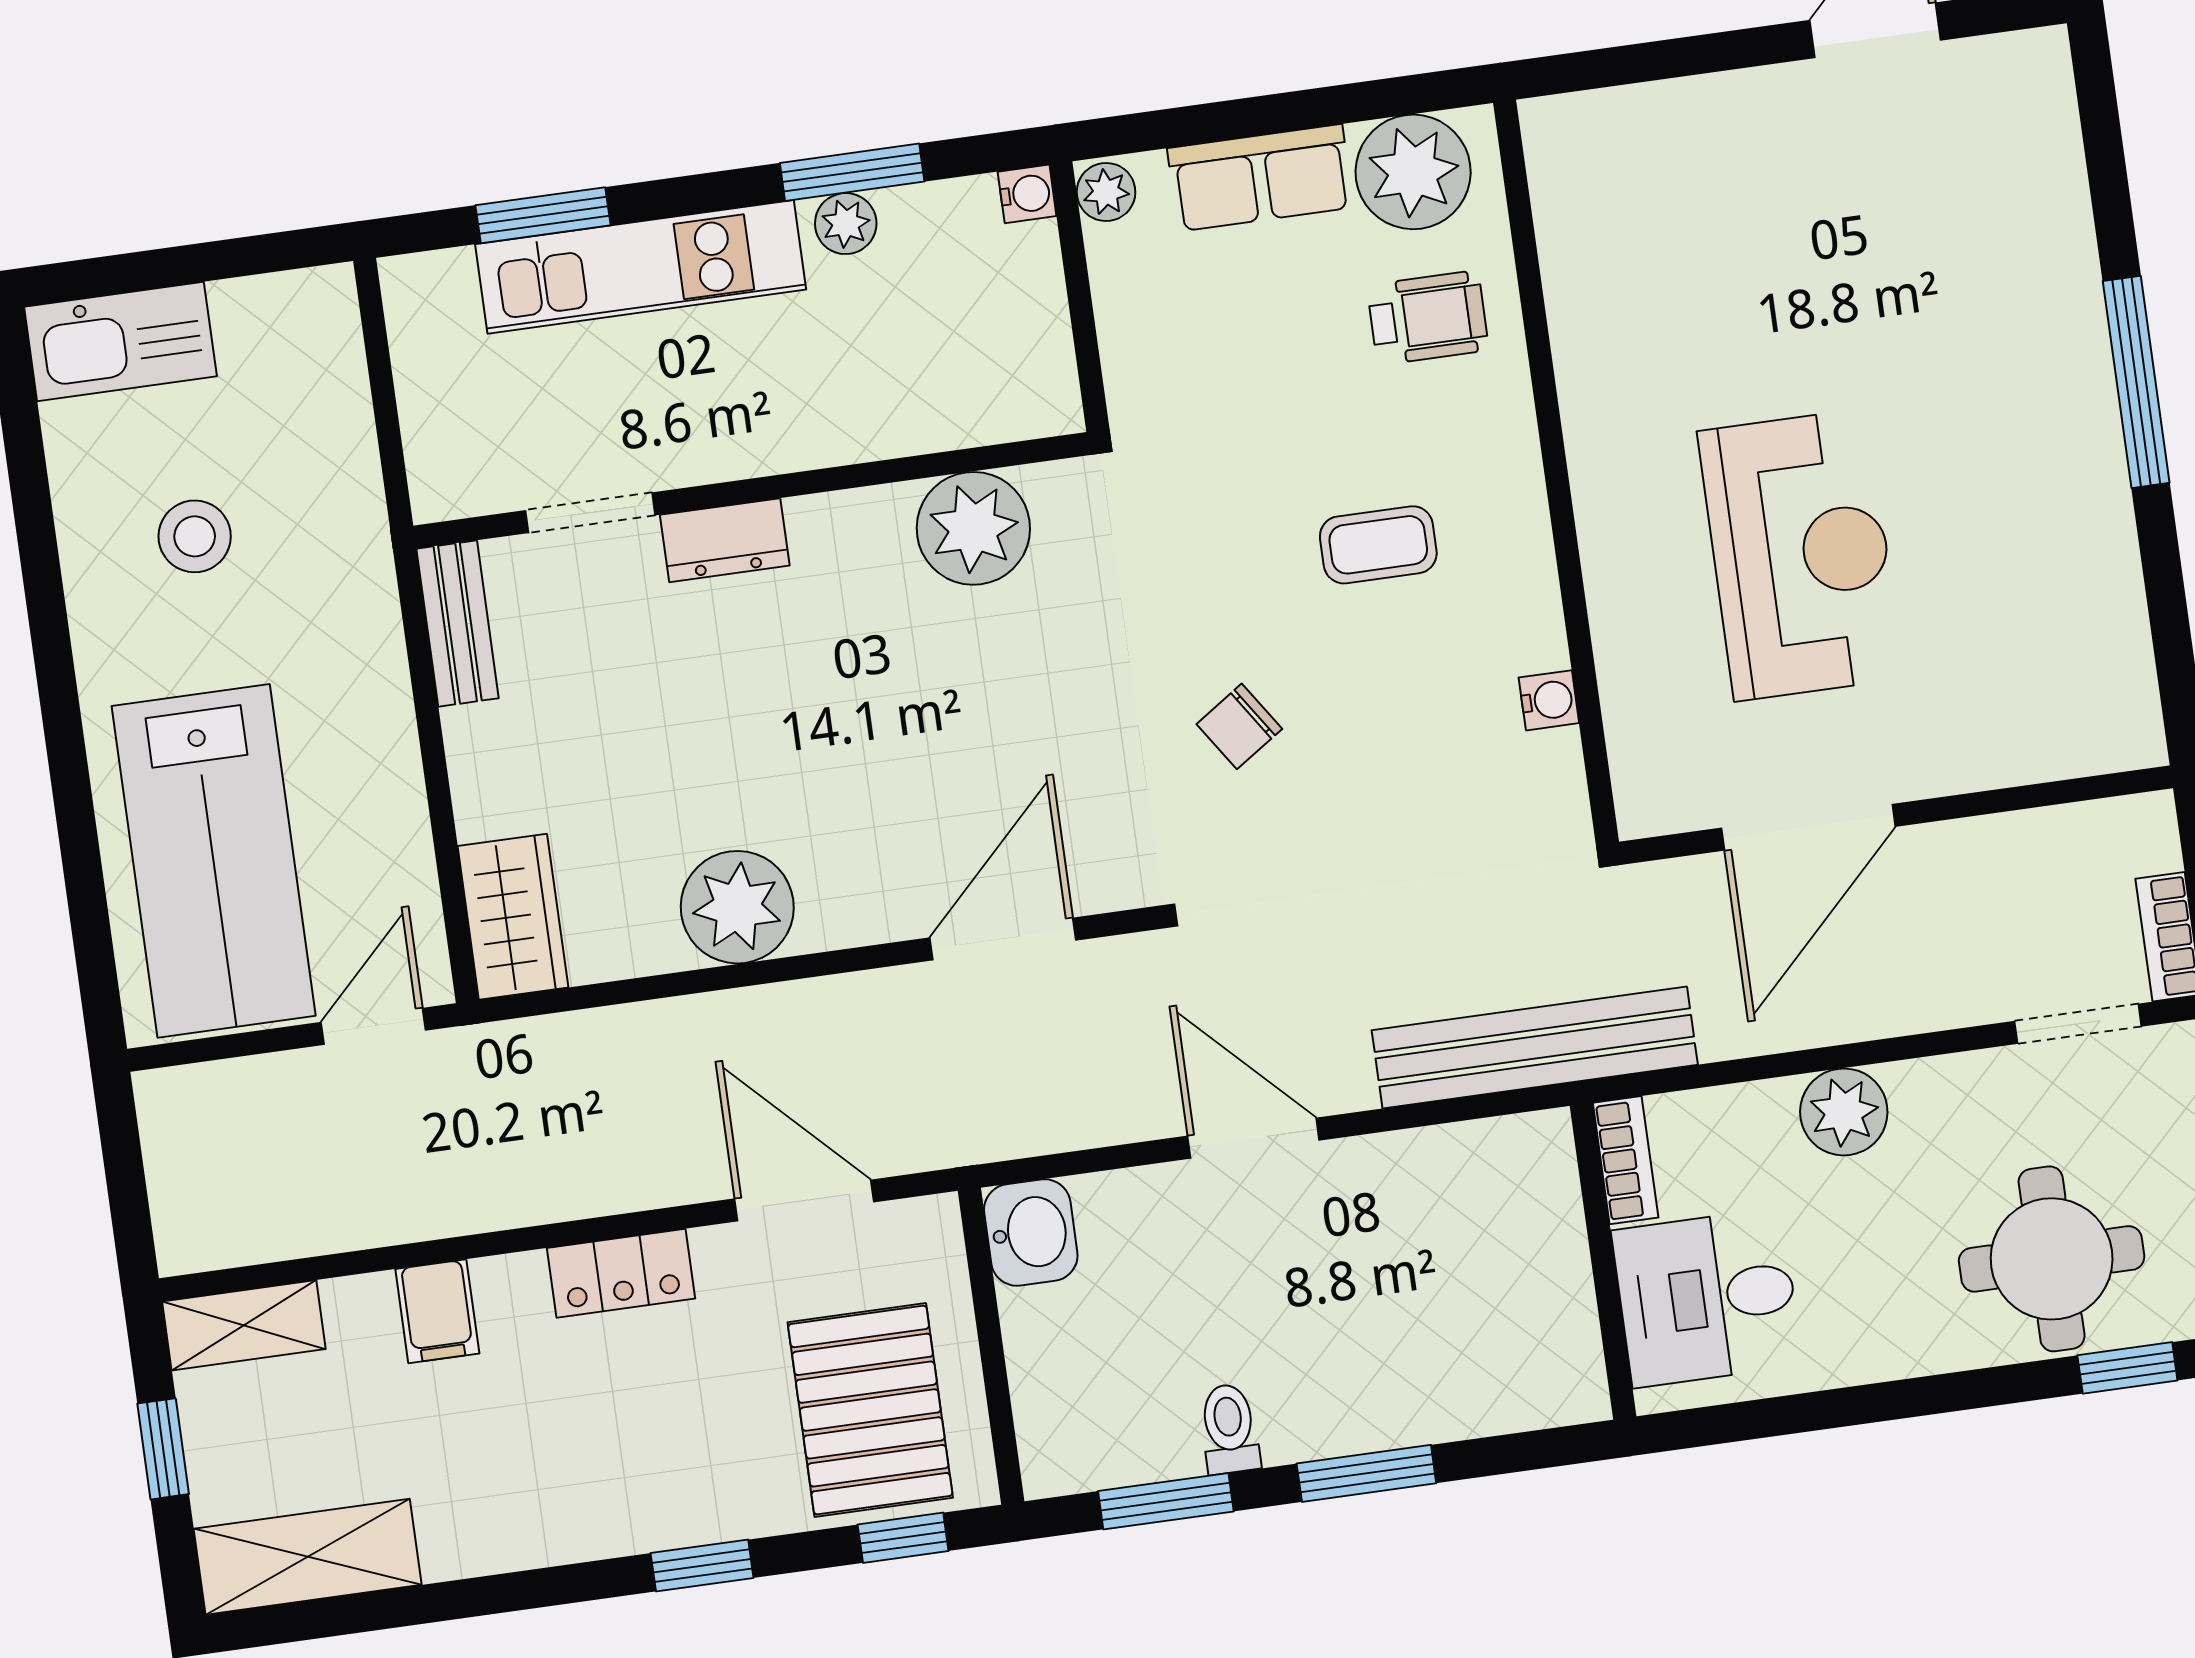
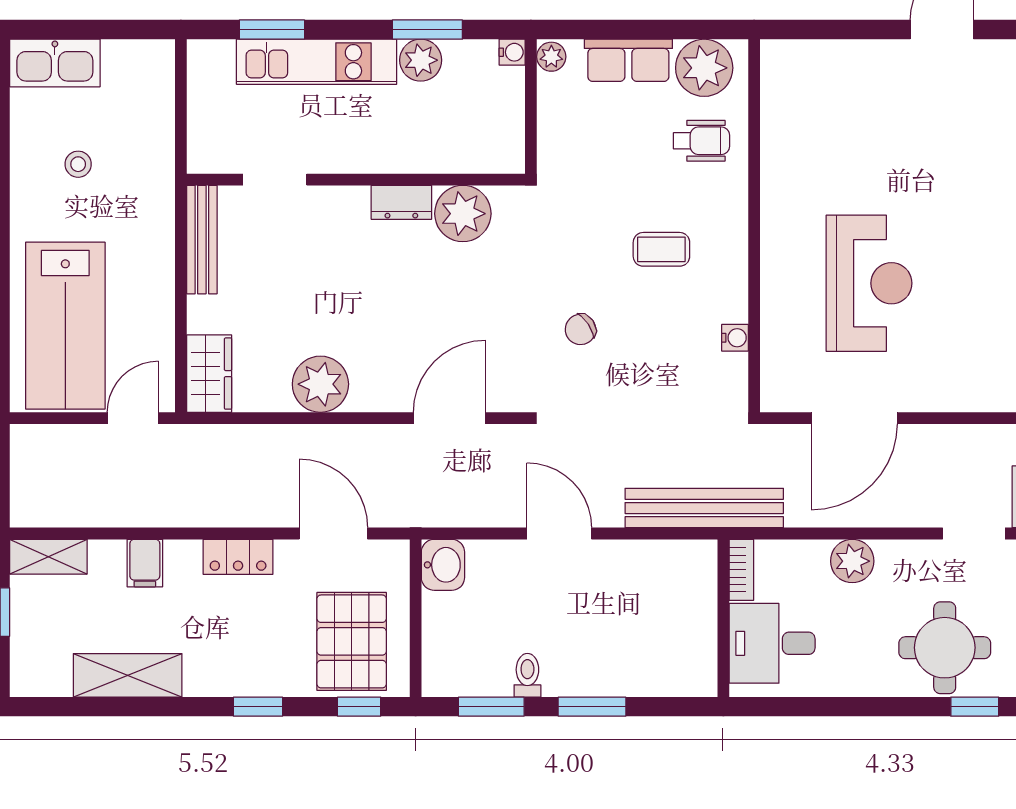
plant: (846, 224) -> (421, 60), width x1.38, depth x1.38
stool: (195, 536) -> (78, 164), width x0.73, depth x0.73
dresser: (725, 540) -> (401, 202), moved
bench: (458, 623) -> (202, 240), width x1.36
shelving: (308, 1557) -> (128, 675), moved

